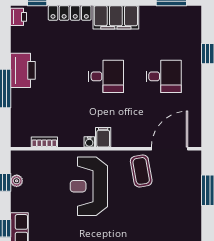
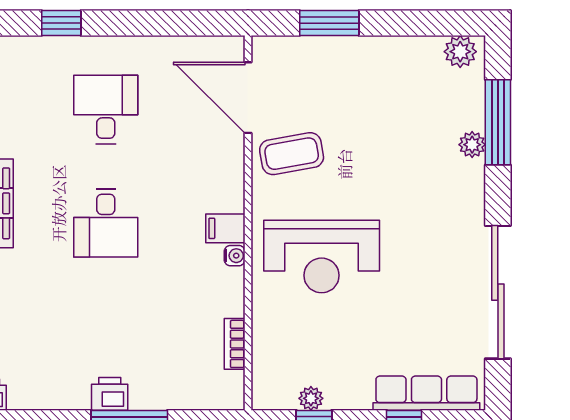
printer: (23, 70) -> (110, 394), width x0.53, depth x0.68
desk: (106, 76) -> (106, 223), turned 180

